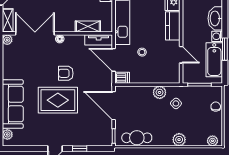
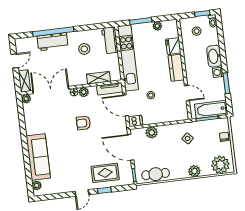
plant: (70, 40) -> (84, 92), added
bathtub: (214, 60) -> (211, 109), moved, turned 90
plant: (160, 92) -> (152, 132), moved
rug: (58, 100) -> (105, 173), moved, width x0.73, depth x0.70
plant: (213, 141) -> (220, 165), width x1.88, depth x1.88

